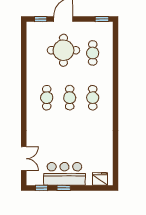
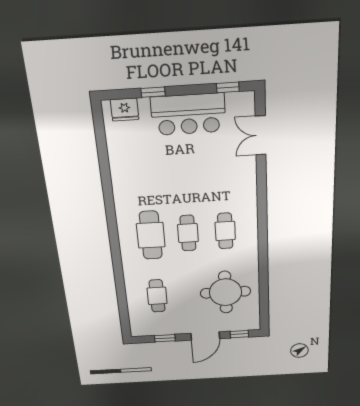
window: (102, 19) -> (165, 338), moved
round table: (63, 50) -> (225, 292), moved
cafe table: (93, 98) -> (151, 235), width x1.37, depth x1.35
window: (64, 188) -> (153, 92), moved

